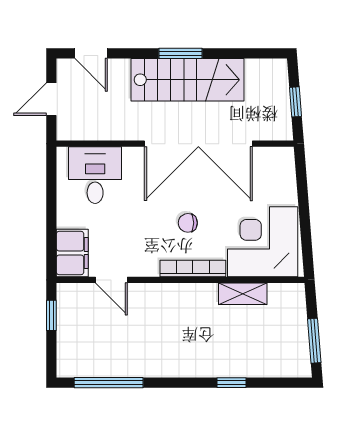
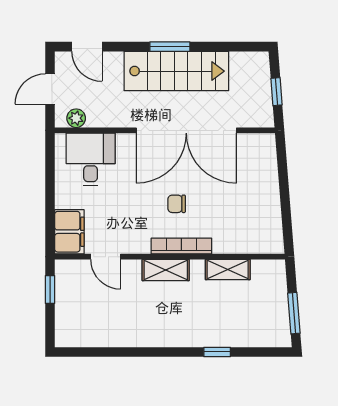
plant: (80, 131) -> (76, 118), added
corner desk: (263, 242) -> (246, 221), removed
shelving: (176, 294) -> (166, 270), added
window: (109, 383) -> (103, 352), removed

